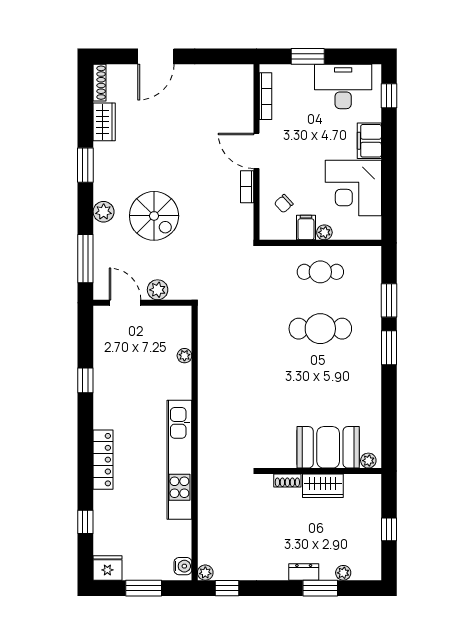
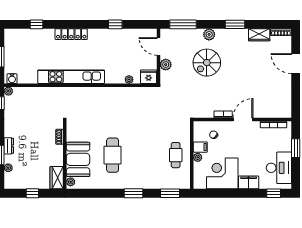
window: (389, 300) -> (170, 193), moved
door: (125, 303) -> (158, 46), swing flipped
cafe table: (320, 329) -> (113, 155), moved
wardrobe: (323, 486) -> (57, 178), moved
fridge: (107, 568) -> (149, 77), moved, turned -90

